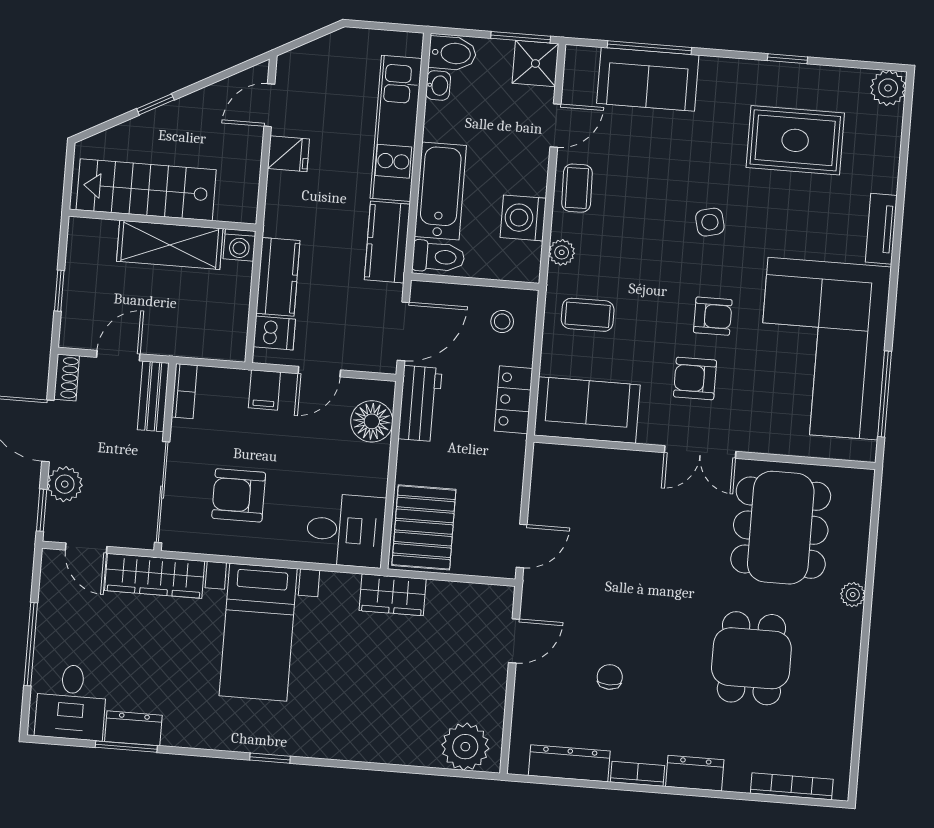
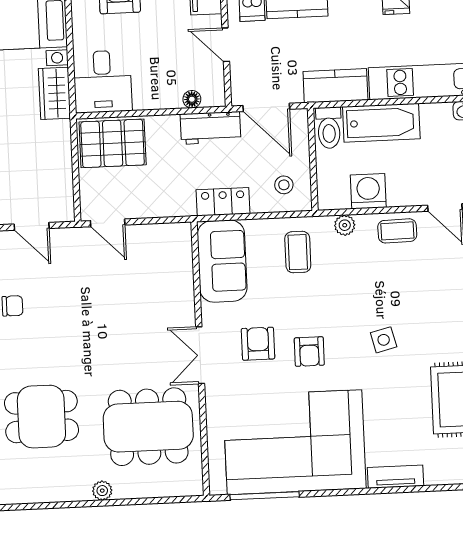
floor lamp: (372, 421) -> (192, 99), width x0.53, depth x0.53
wardrobe: (393, 595) -> (54, 93), moved

